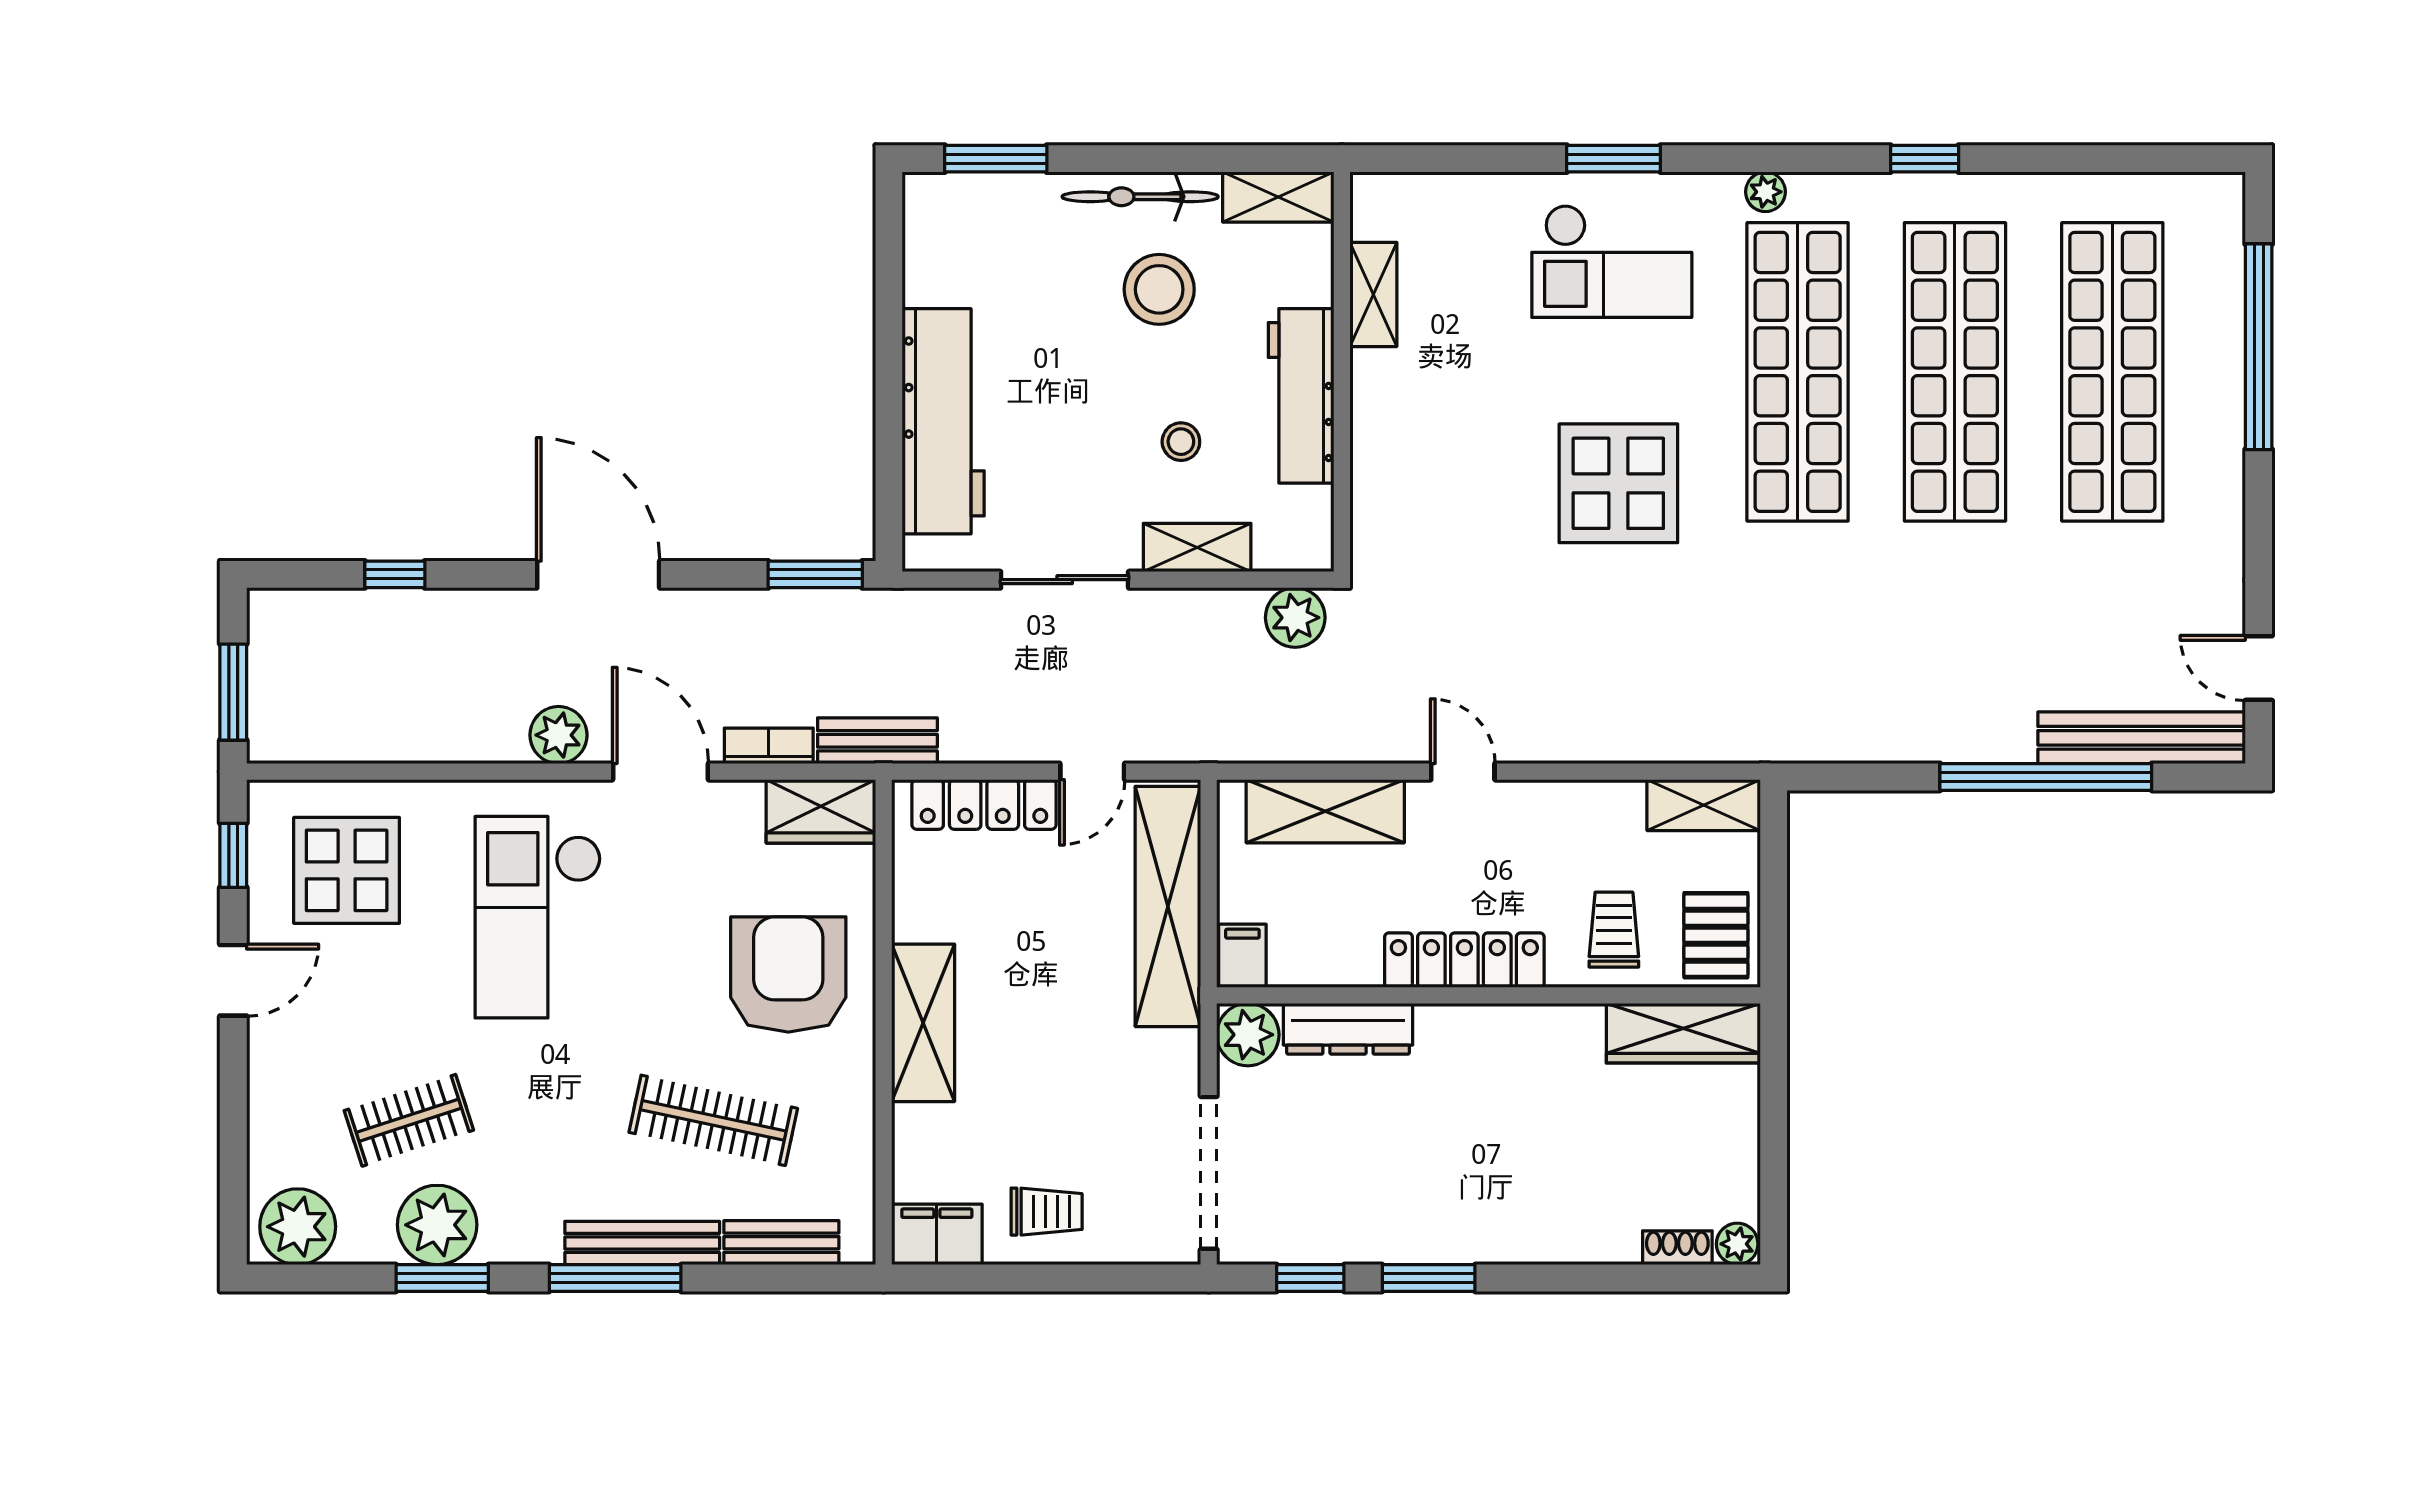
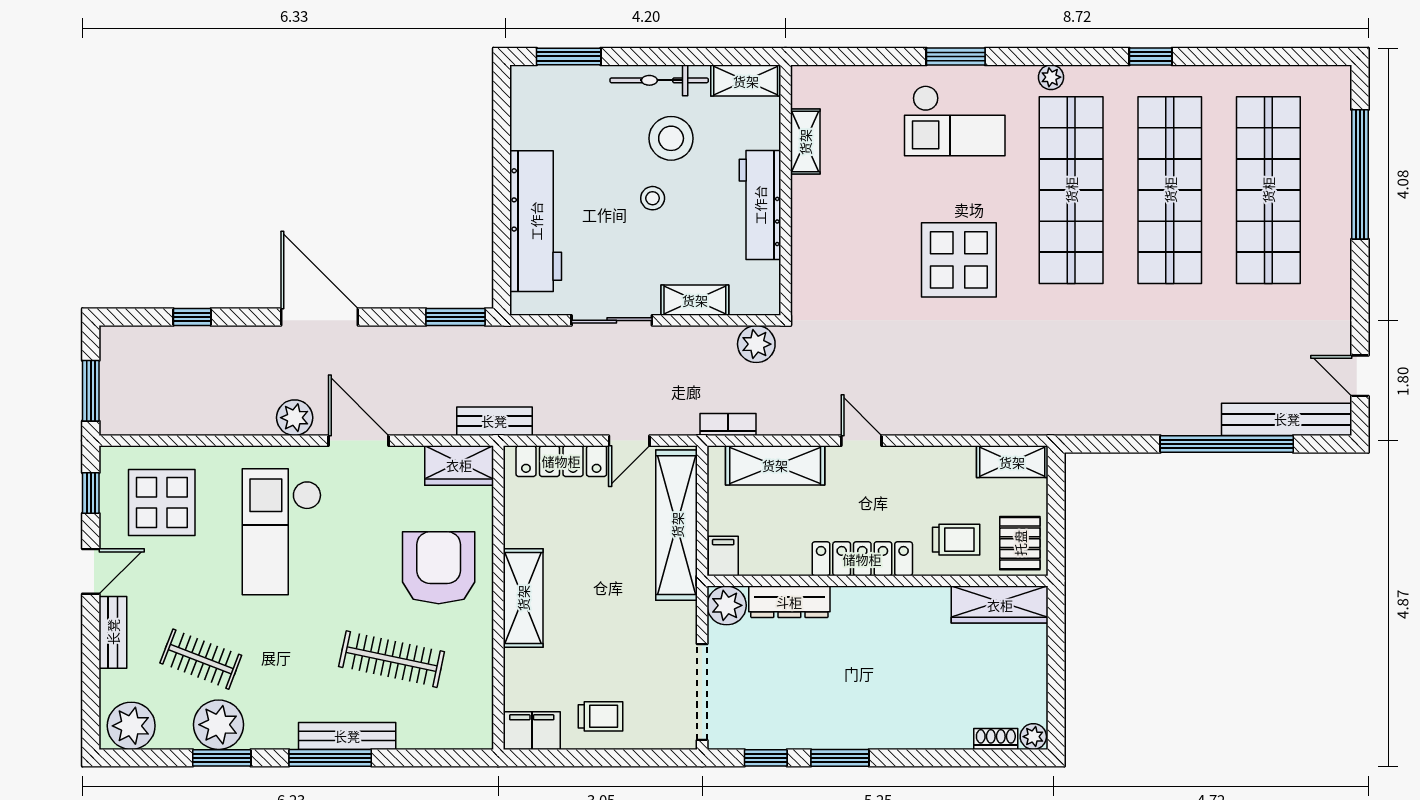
stool: (1181, 442) -> (653, 198), moved
bookcase: (769, 746) -> (728, 424), moved
trolley: (1614, 930) -> (956, 540), turned 90
clothes rail: (409, 1120) -> (201, 659), turned 39
bench: (781, 1243) -> (113, 632), moved, turned 90

